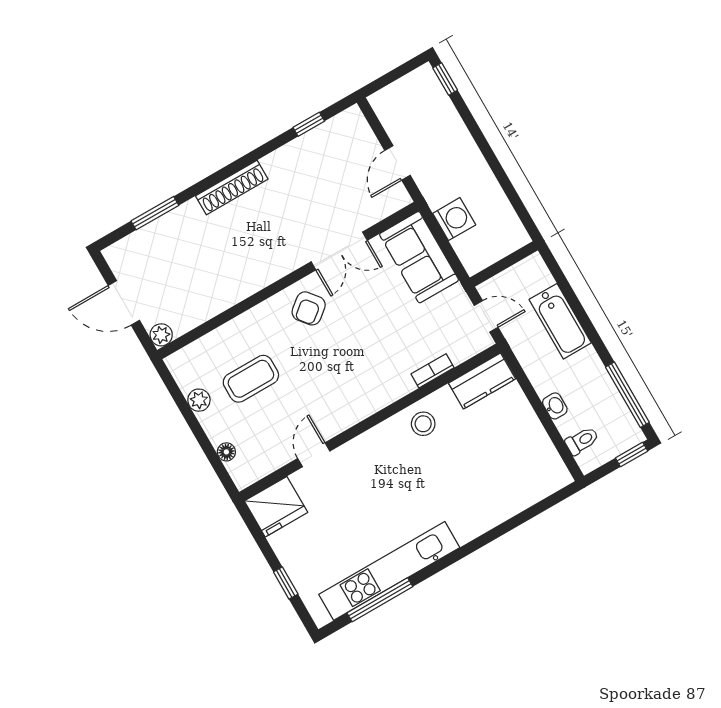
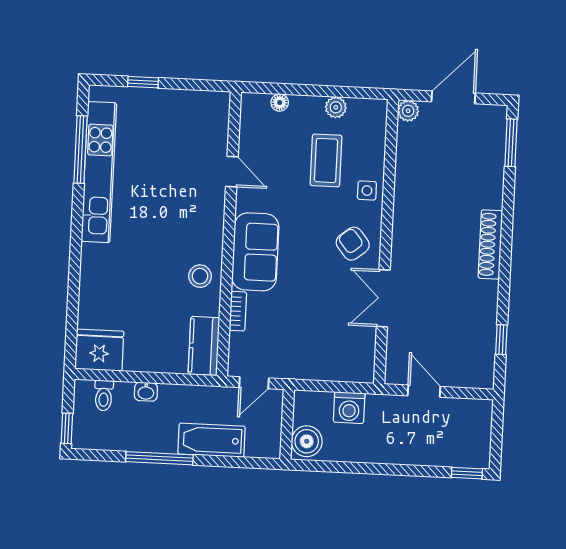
window: (155, 213) -> (511, 143), moved
boiler: (508, 237) -> (307, 441), added
sofa: (419, 257) -> (255, 252), moved, turned 90
side table: (254, 326) -> (367, 191), added
window: (627, 395) -> (159, 458), moved
fridge: (276, 507) -> (99, 350), moved, turned 90

